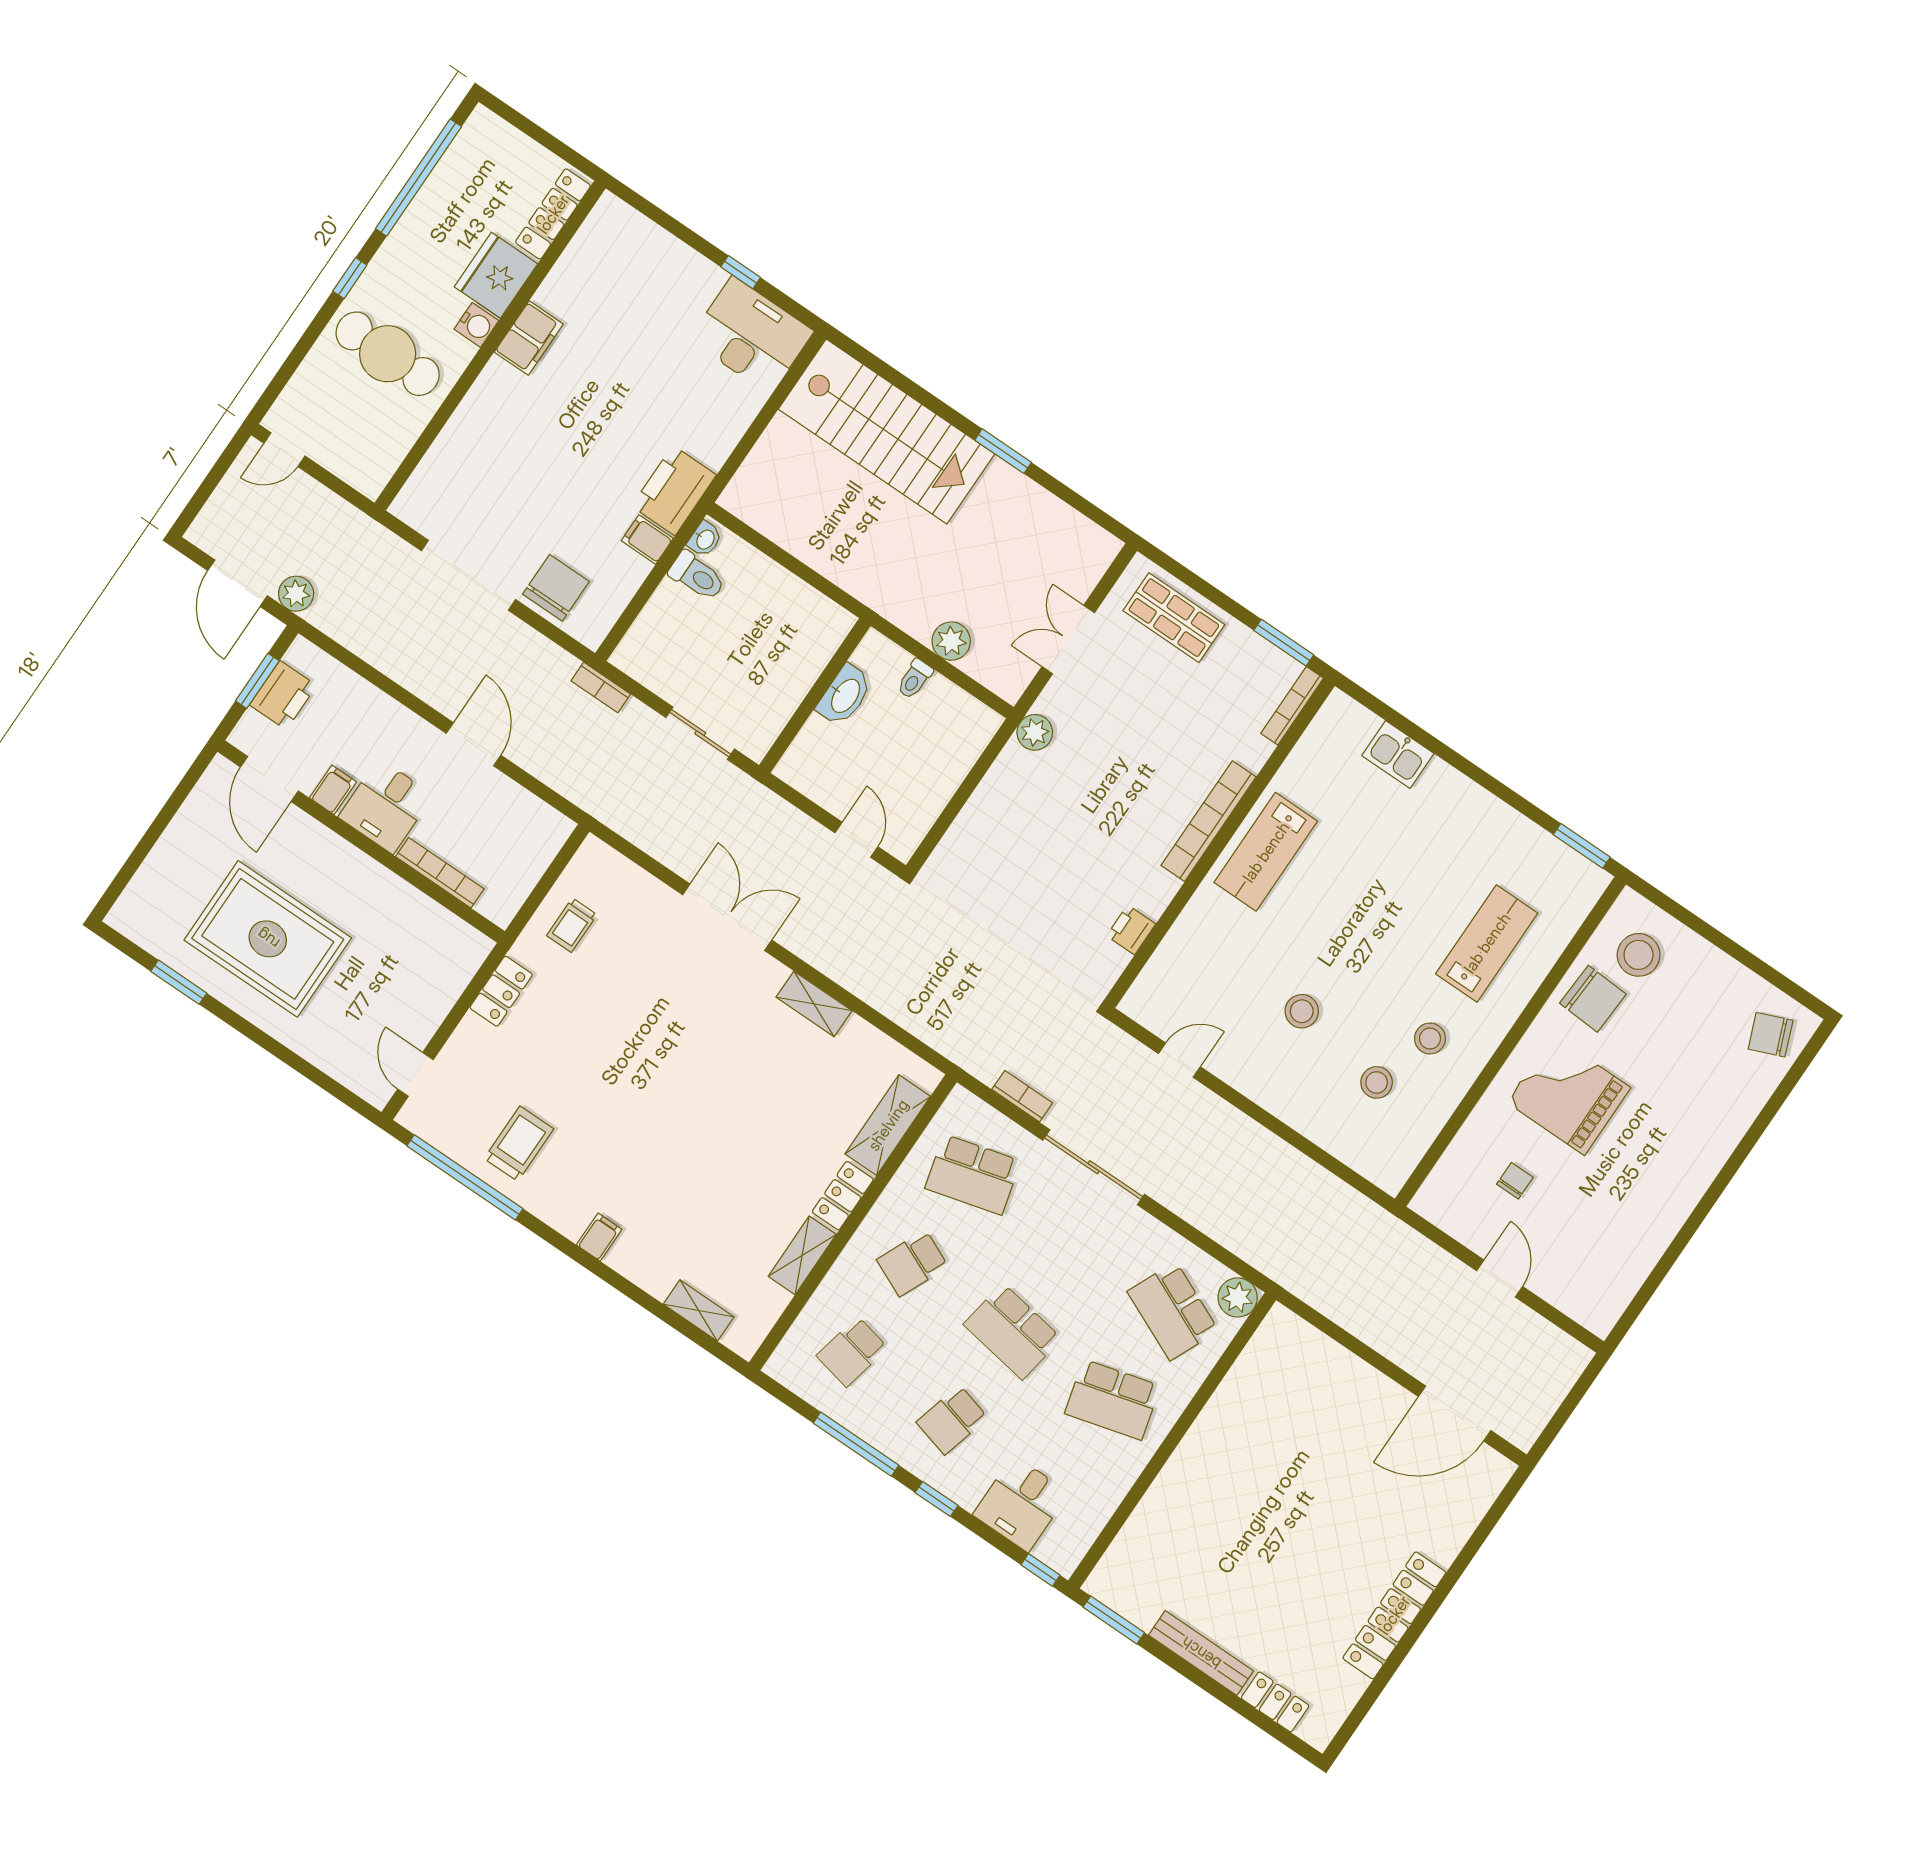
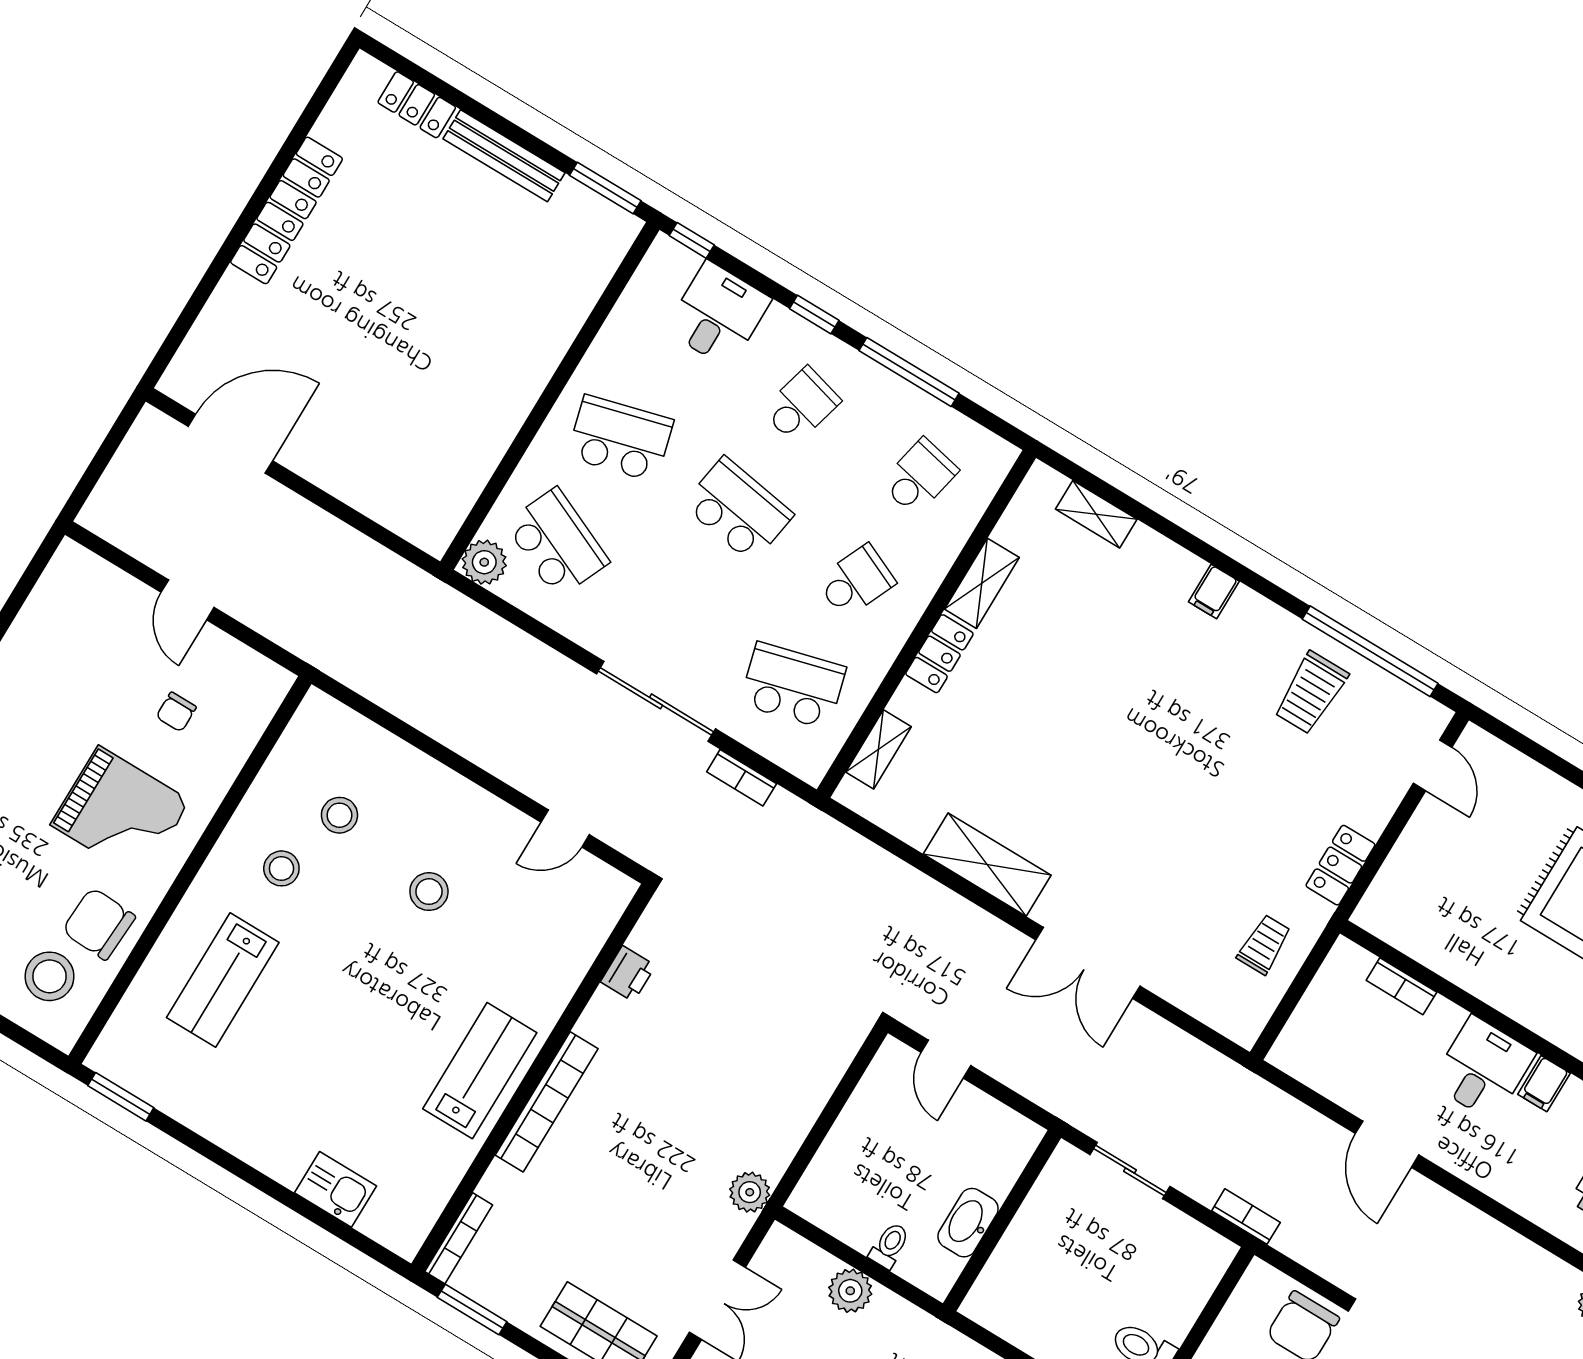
bookcase: (440, 873) -> (1401, 986), width x0.64
shelving: (814, 1004) -> (987, 865), width x1.50, depth x1.33
shelving: (888, 1125) -> (879, 749), width x0.67, depth x0.75

